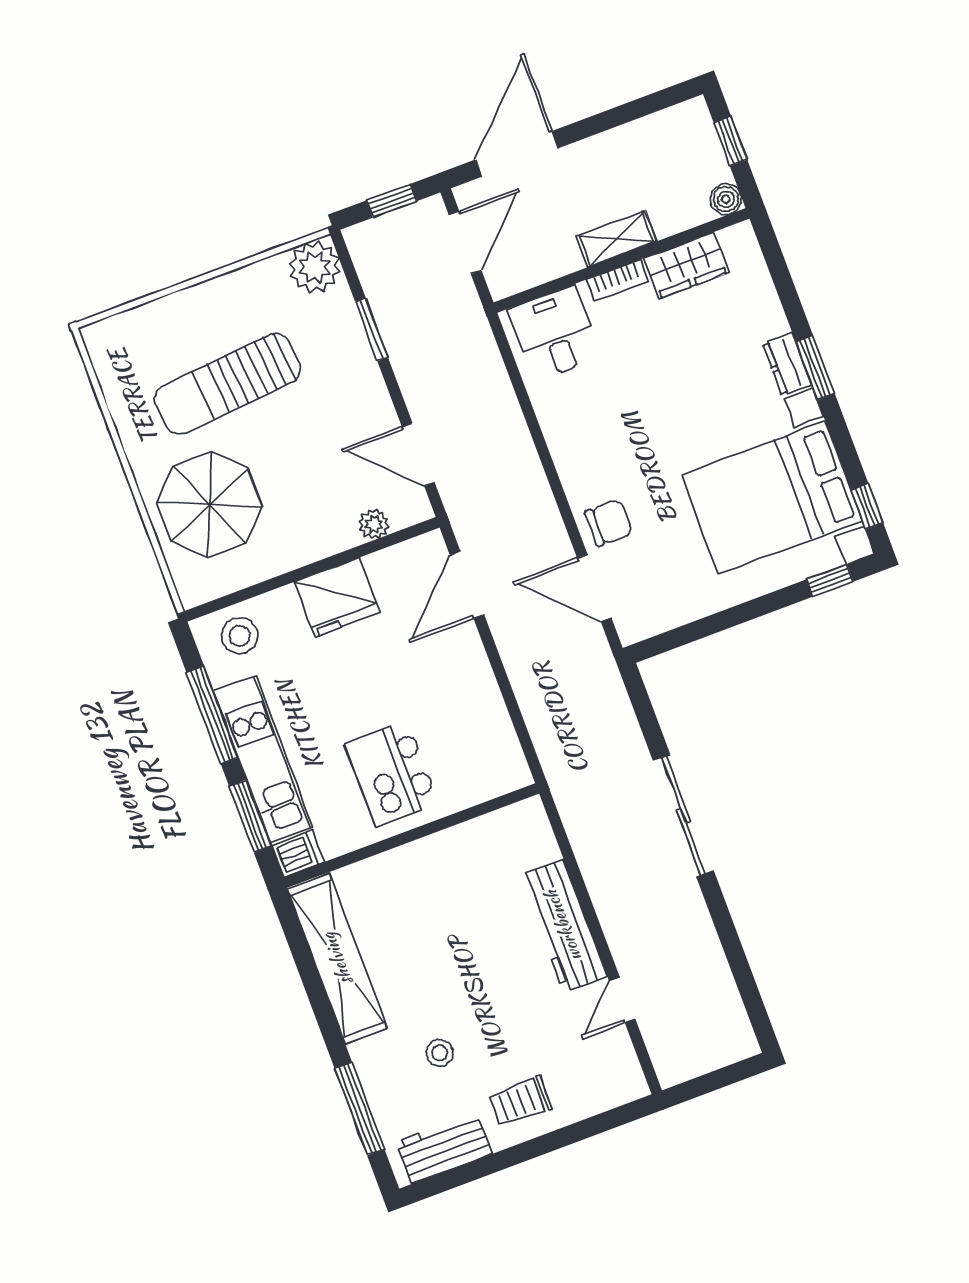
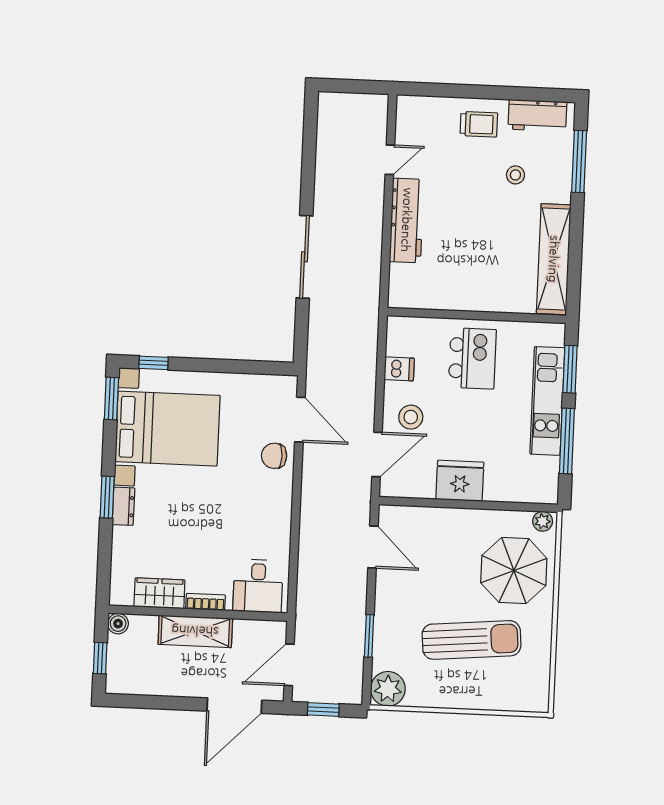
shelving: (616, 239) -> (195, 631), width x1.50, depth x1.33
window: (867, 506) -> (111, 398), width x1.50
plant: (374, 524) -> (543, 521), moved
stool: (240, 636) -> (411, 417), moved
dishwasher: (298, 854) -> (399, 369), moved, turned 180

